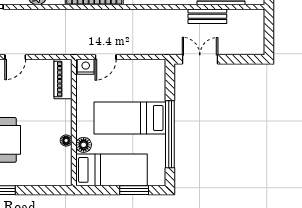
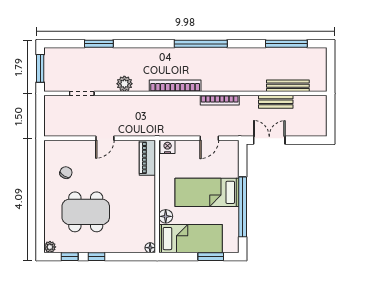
bookcase: (144, 14) -> (220, 100), added
door: (106, 57) -> (209, 138), moved
floor lamp: (66, 140) -> (150, 248), moved

